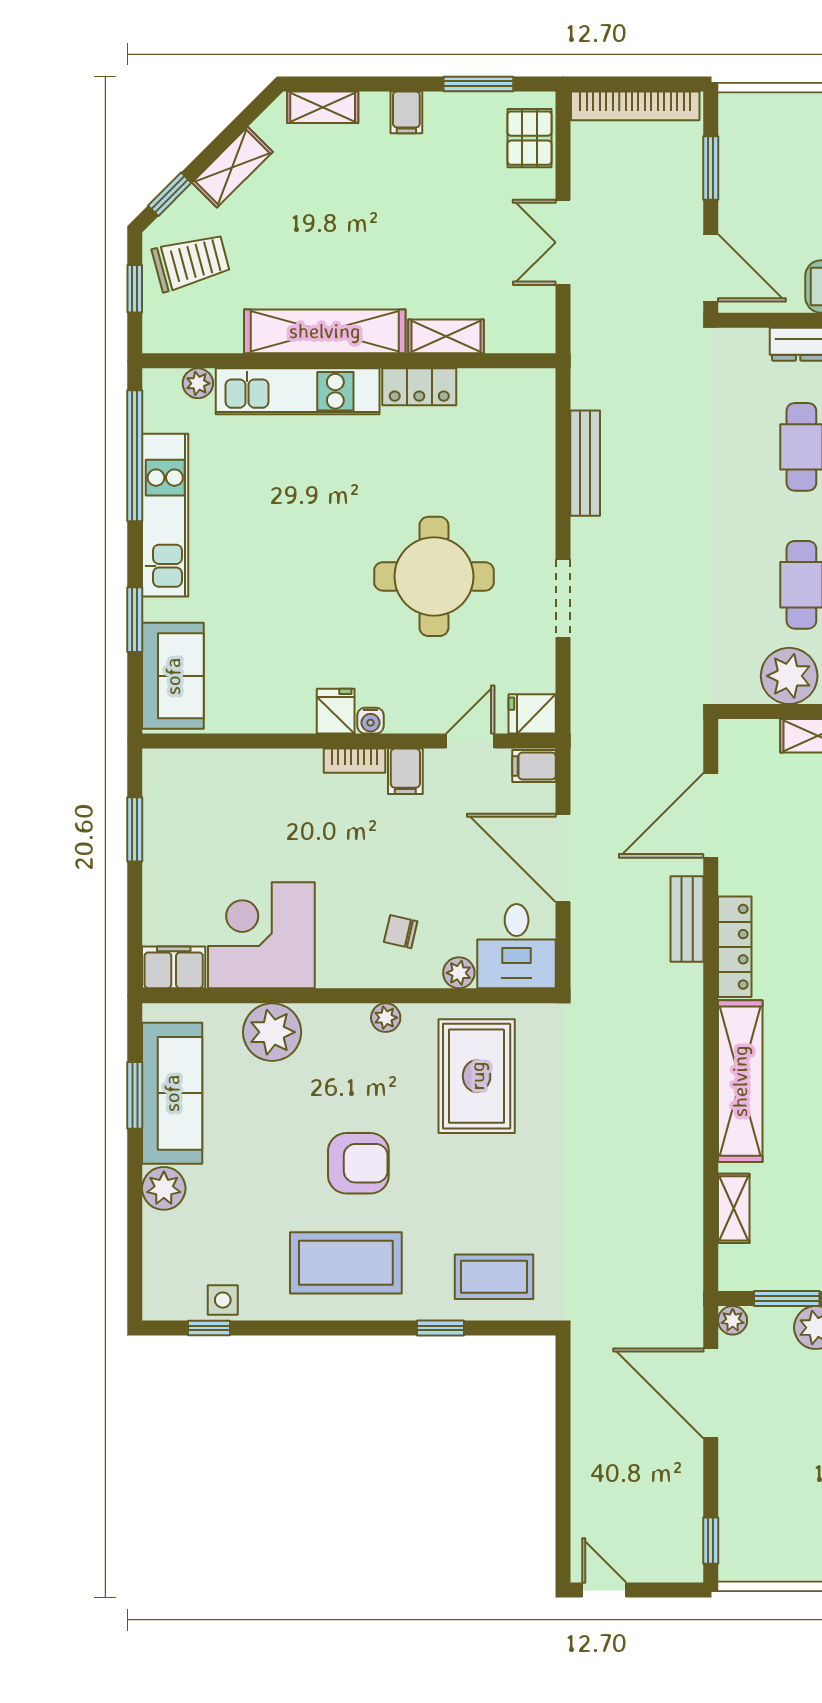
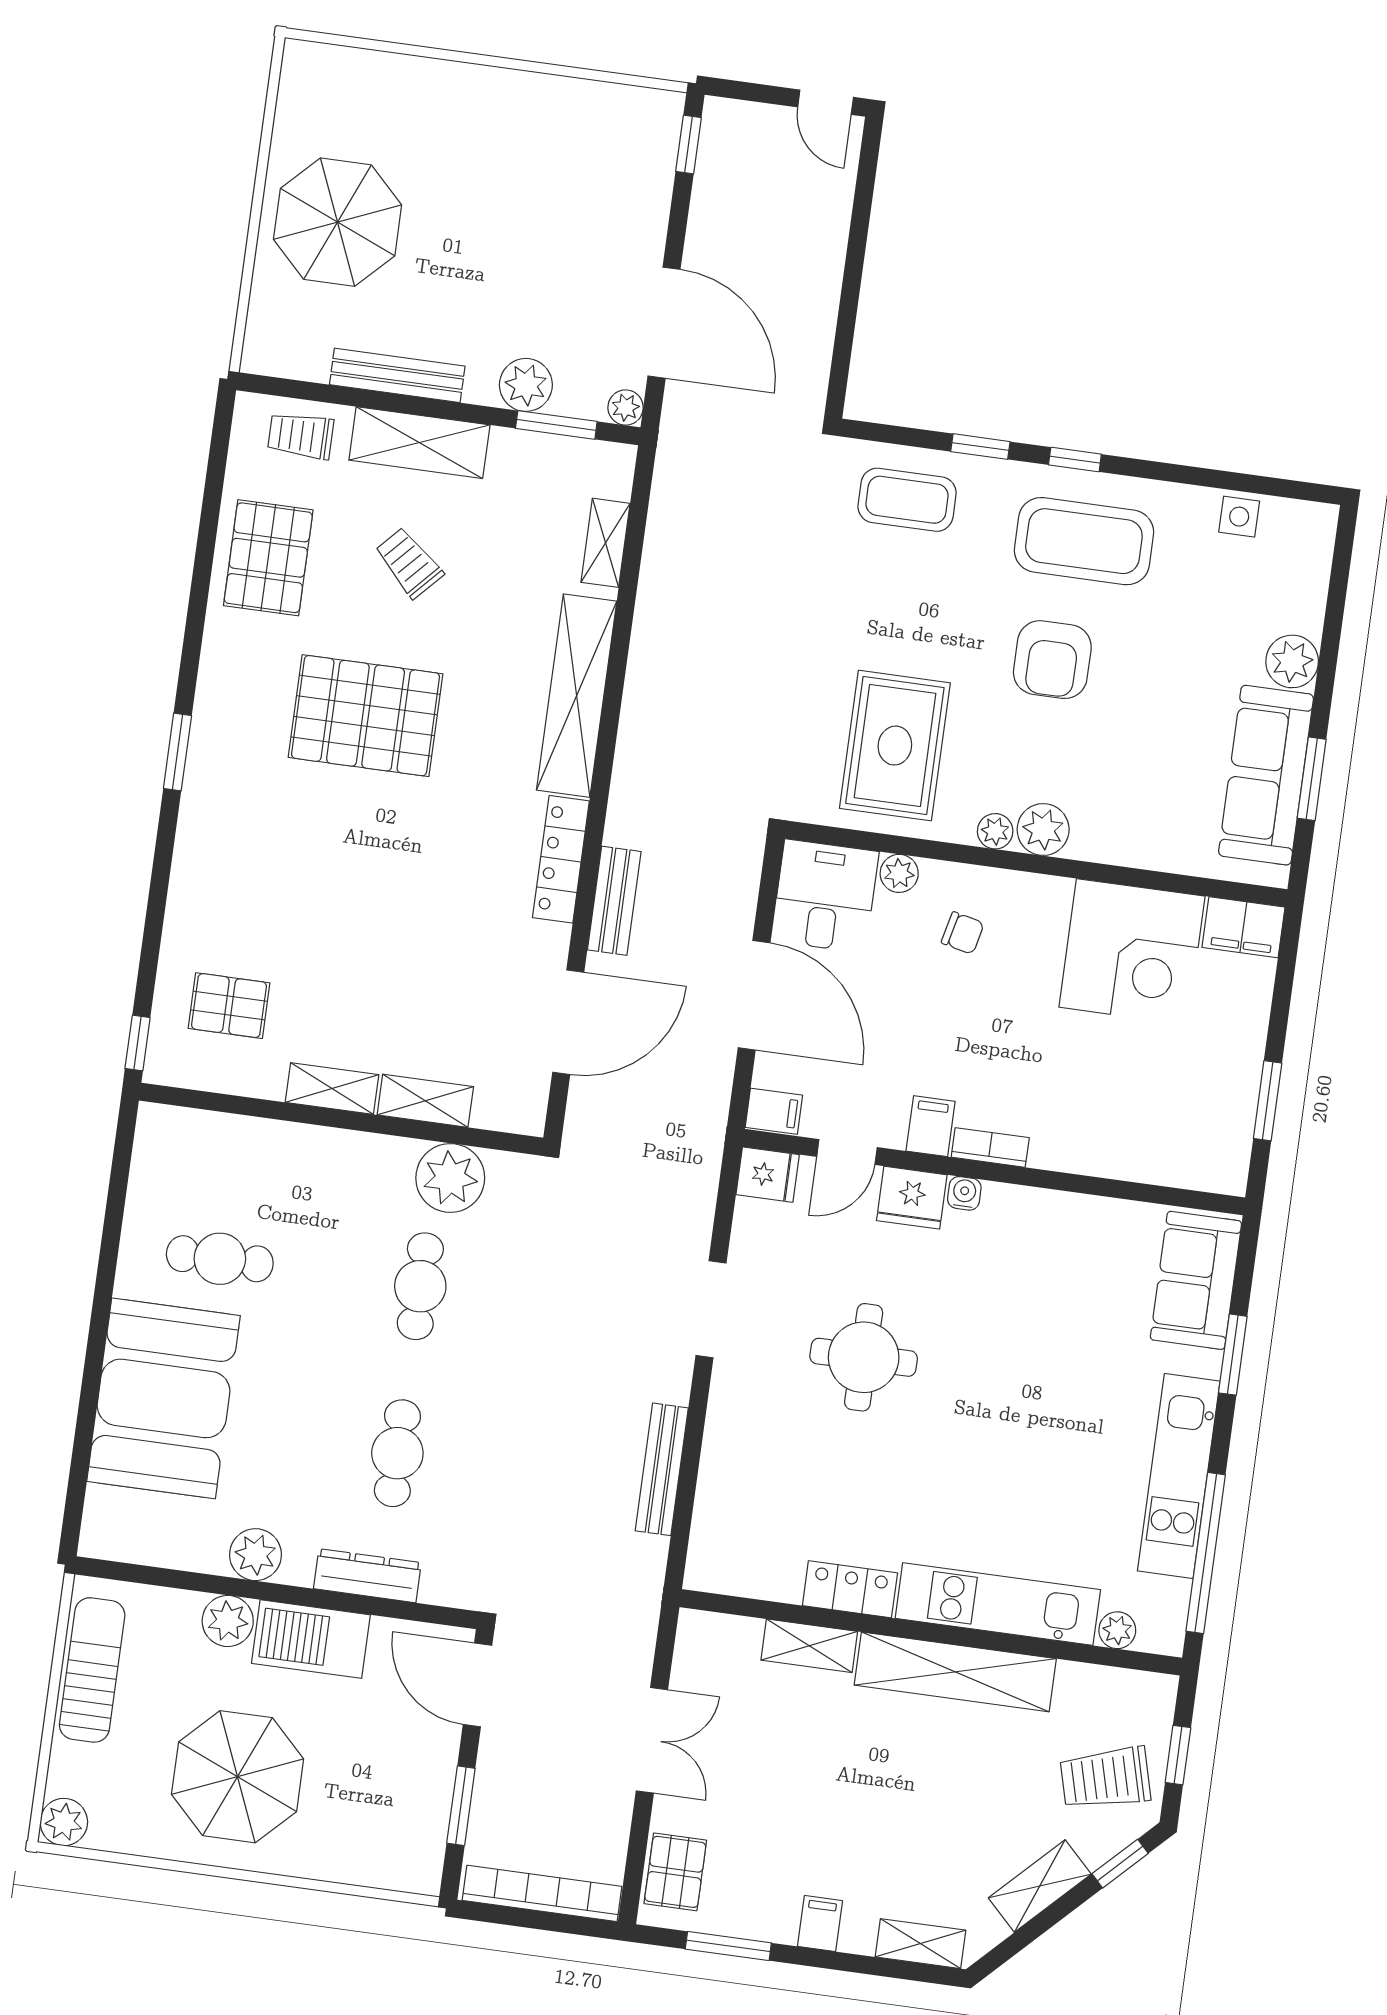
round table: (434, 576) -> (864, 1357), width x0.73, depth x0.73
fridge: (336, 711) -> (912, 1198), moved, width x1.38
plant: (272, 1032) -> (1043, 830), moved, width x0.73, depth x0.73
armchair: (358, 1163) -> (1052, 660), turned -90
window: (209, 1328) -> (1075, 460), moved

